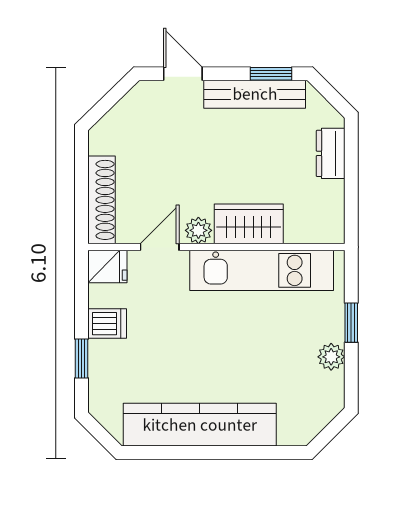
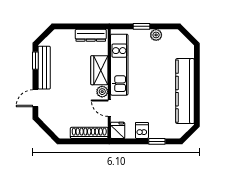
dresser: (331, 153) -> (91, 35), moved, width x1.44

